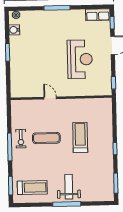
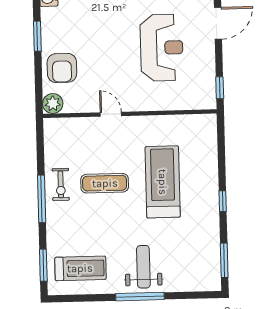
armchair: (22, 71) -> (62, 68), added
plant: (16, 92) -> (53, 104), added
treadmill: (80, 137) -> (163, 182), width x1.37, depth x1.38

